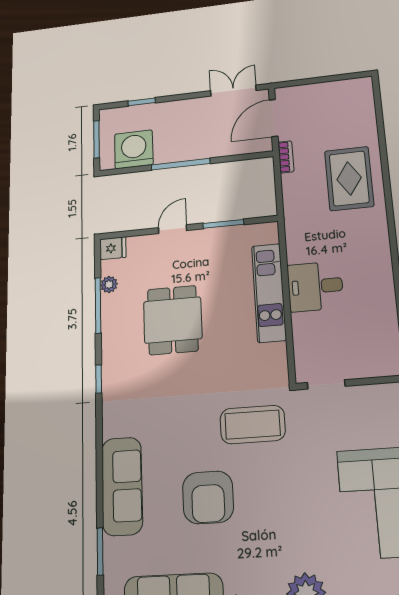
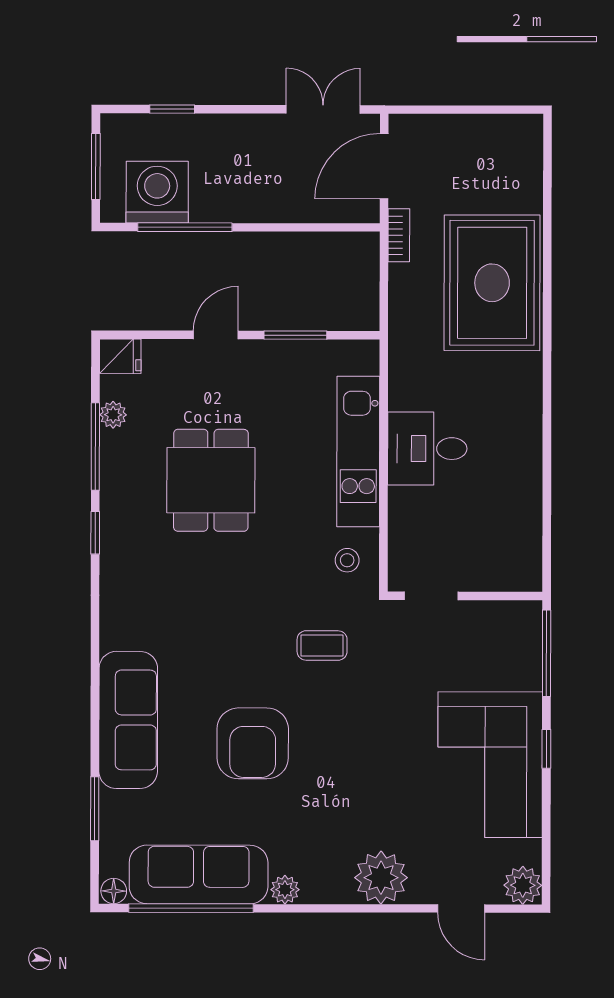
window: (181, 164) -> (185, 227), moved
rug: (349, 178) -> (492, 283), width x1.37, depth x1.44
stool: (266, 365) -> (347, 560), added
window: (99, 379) -> (95, 533), moved
coffee table: (253, 425) -> (322, 646), width x0.54, depth x0.58

